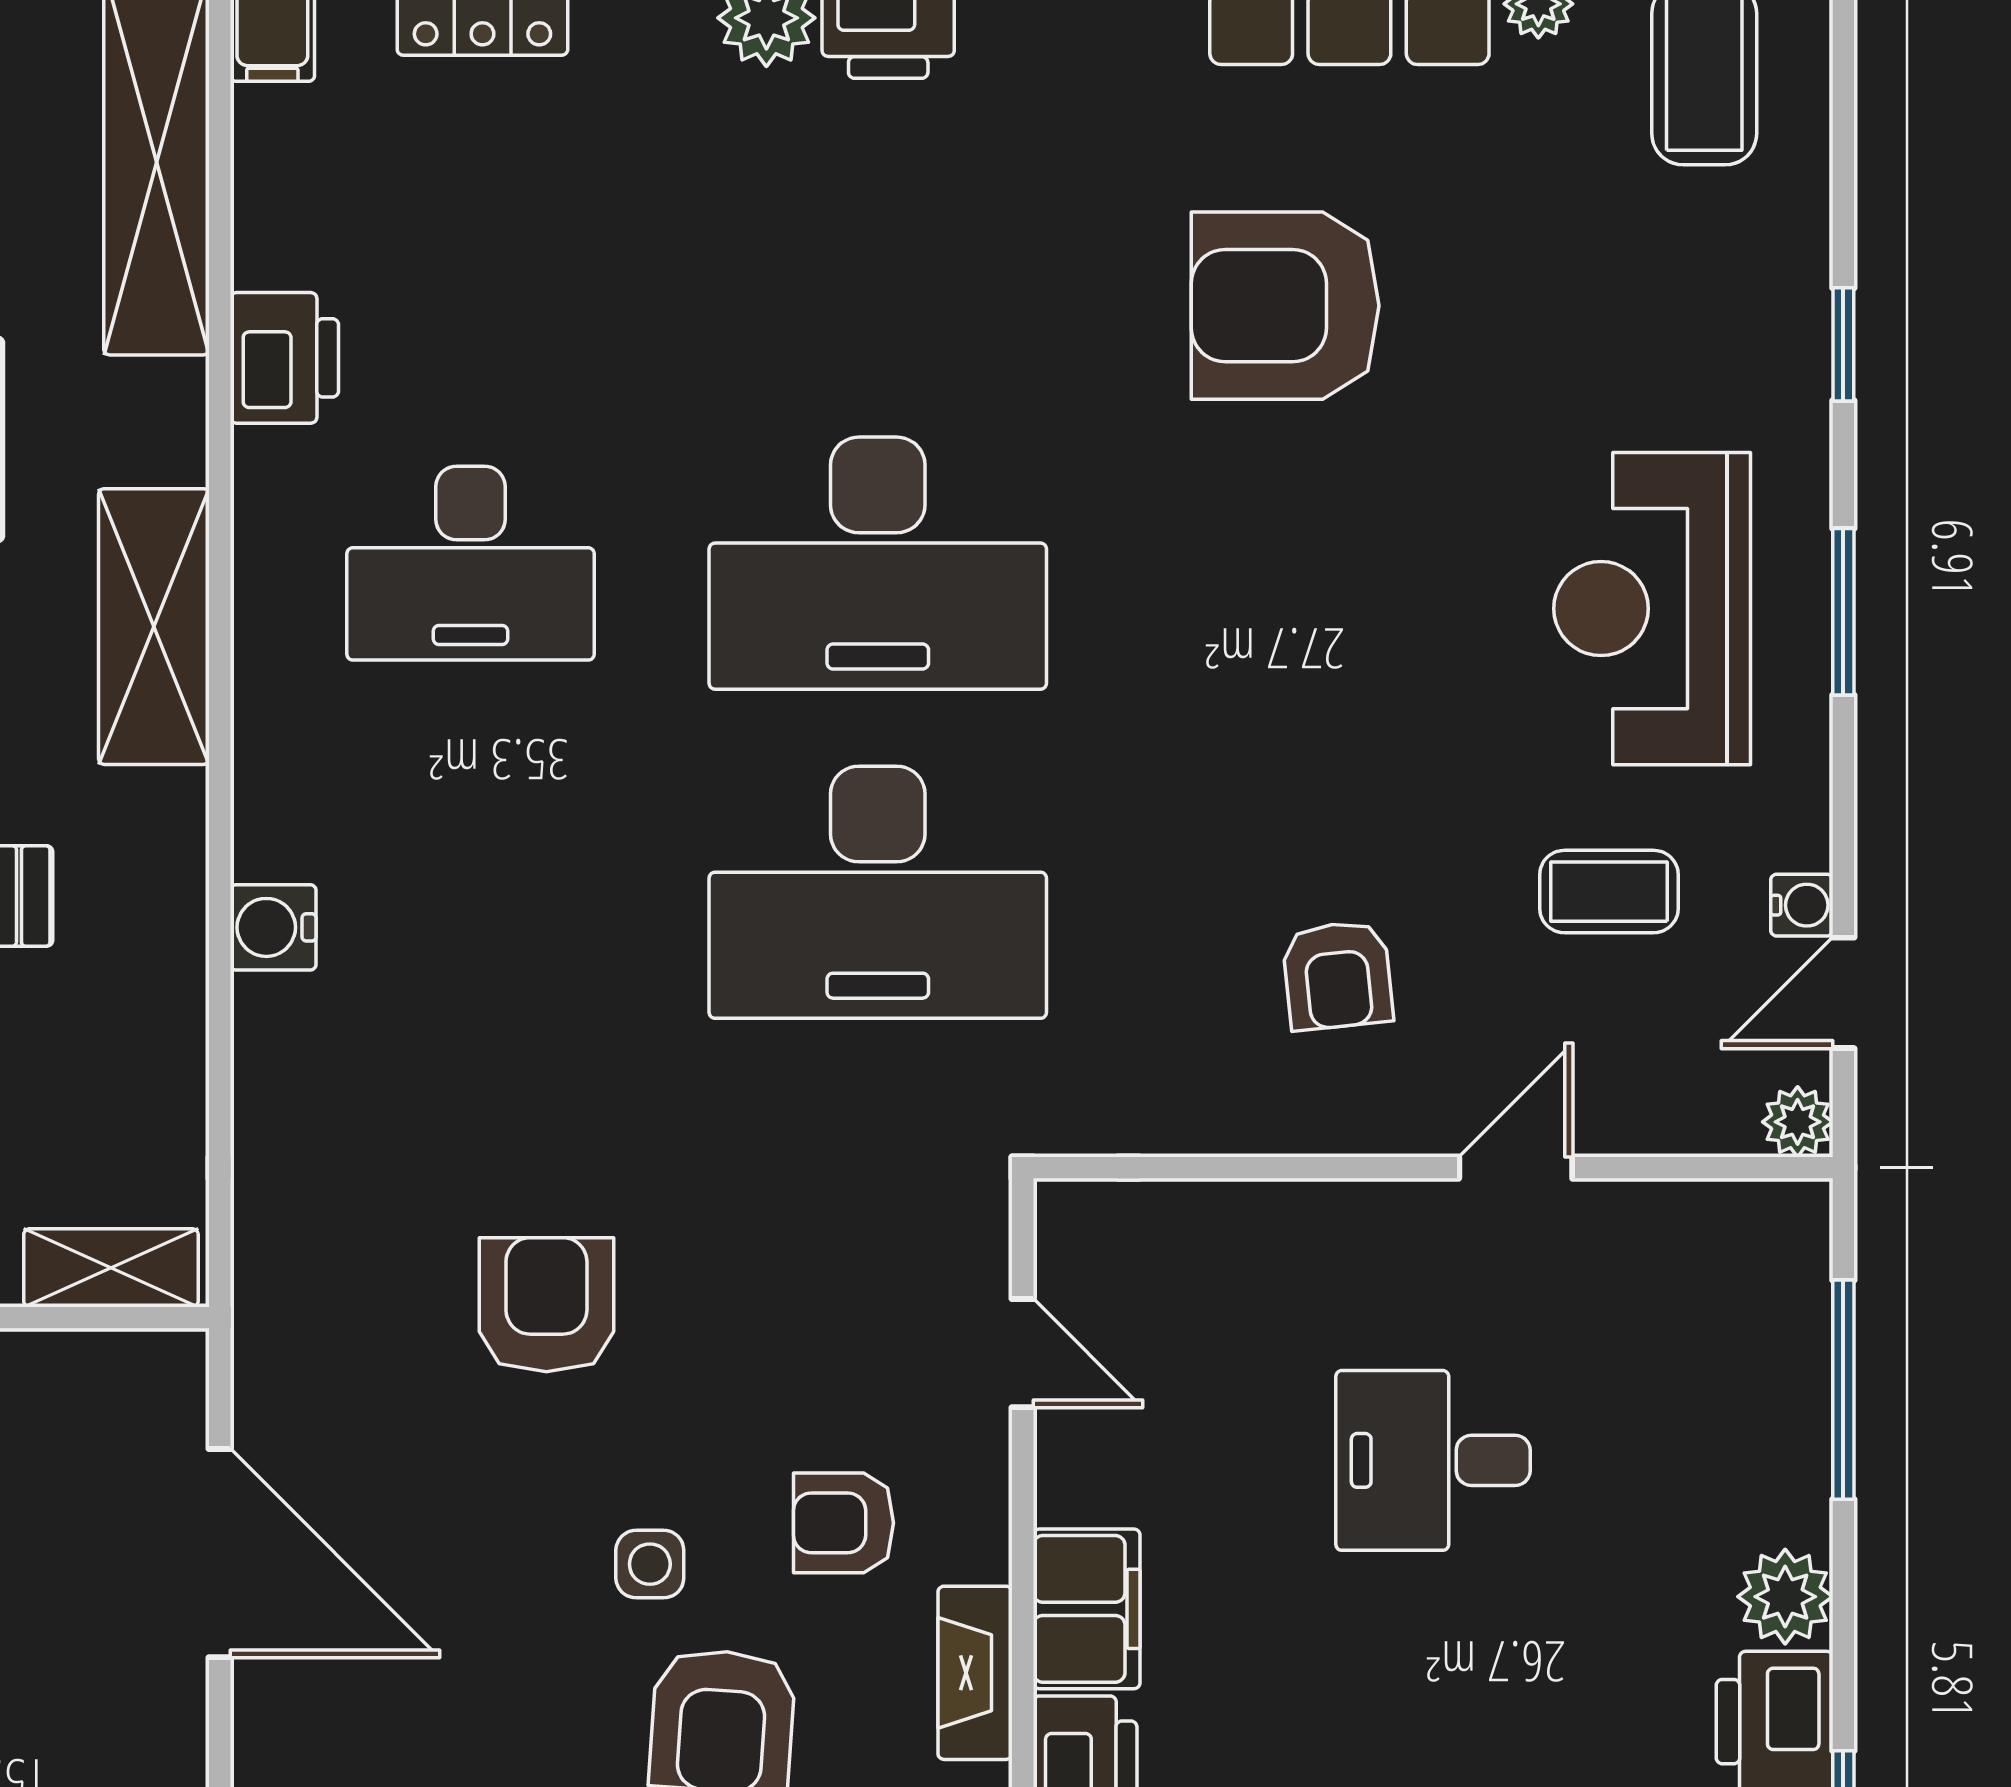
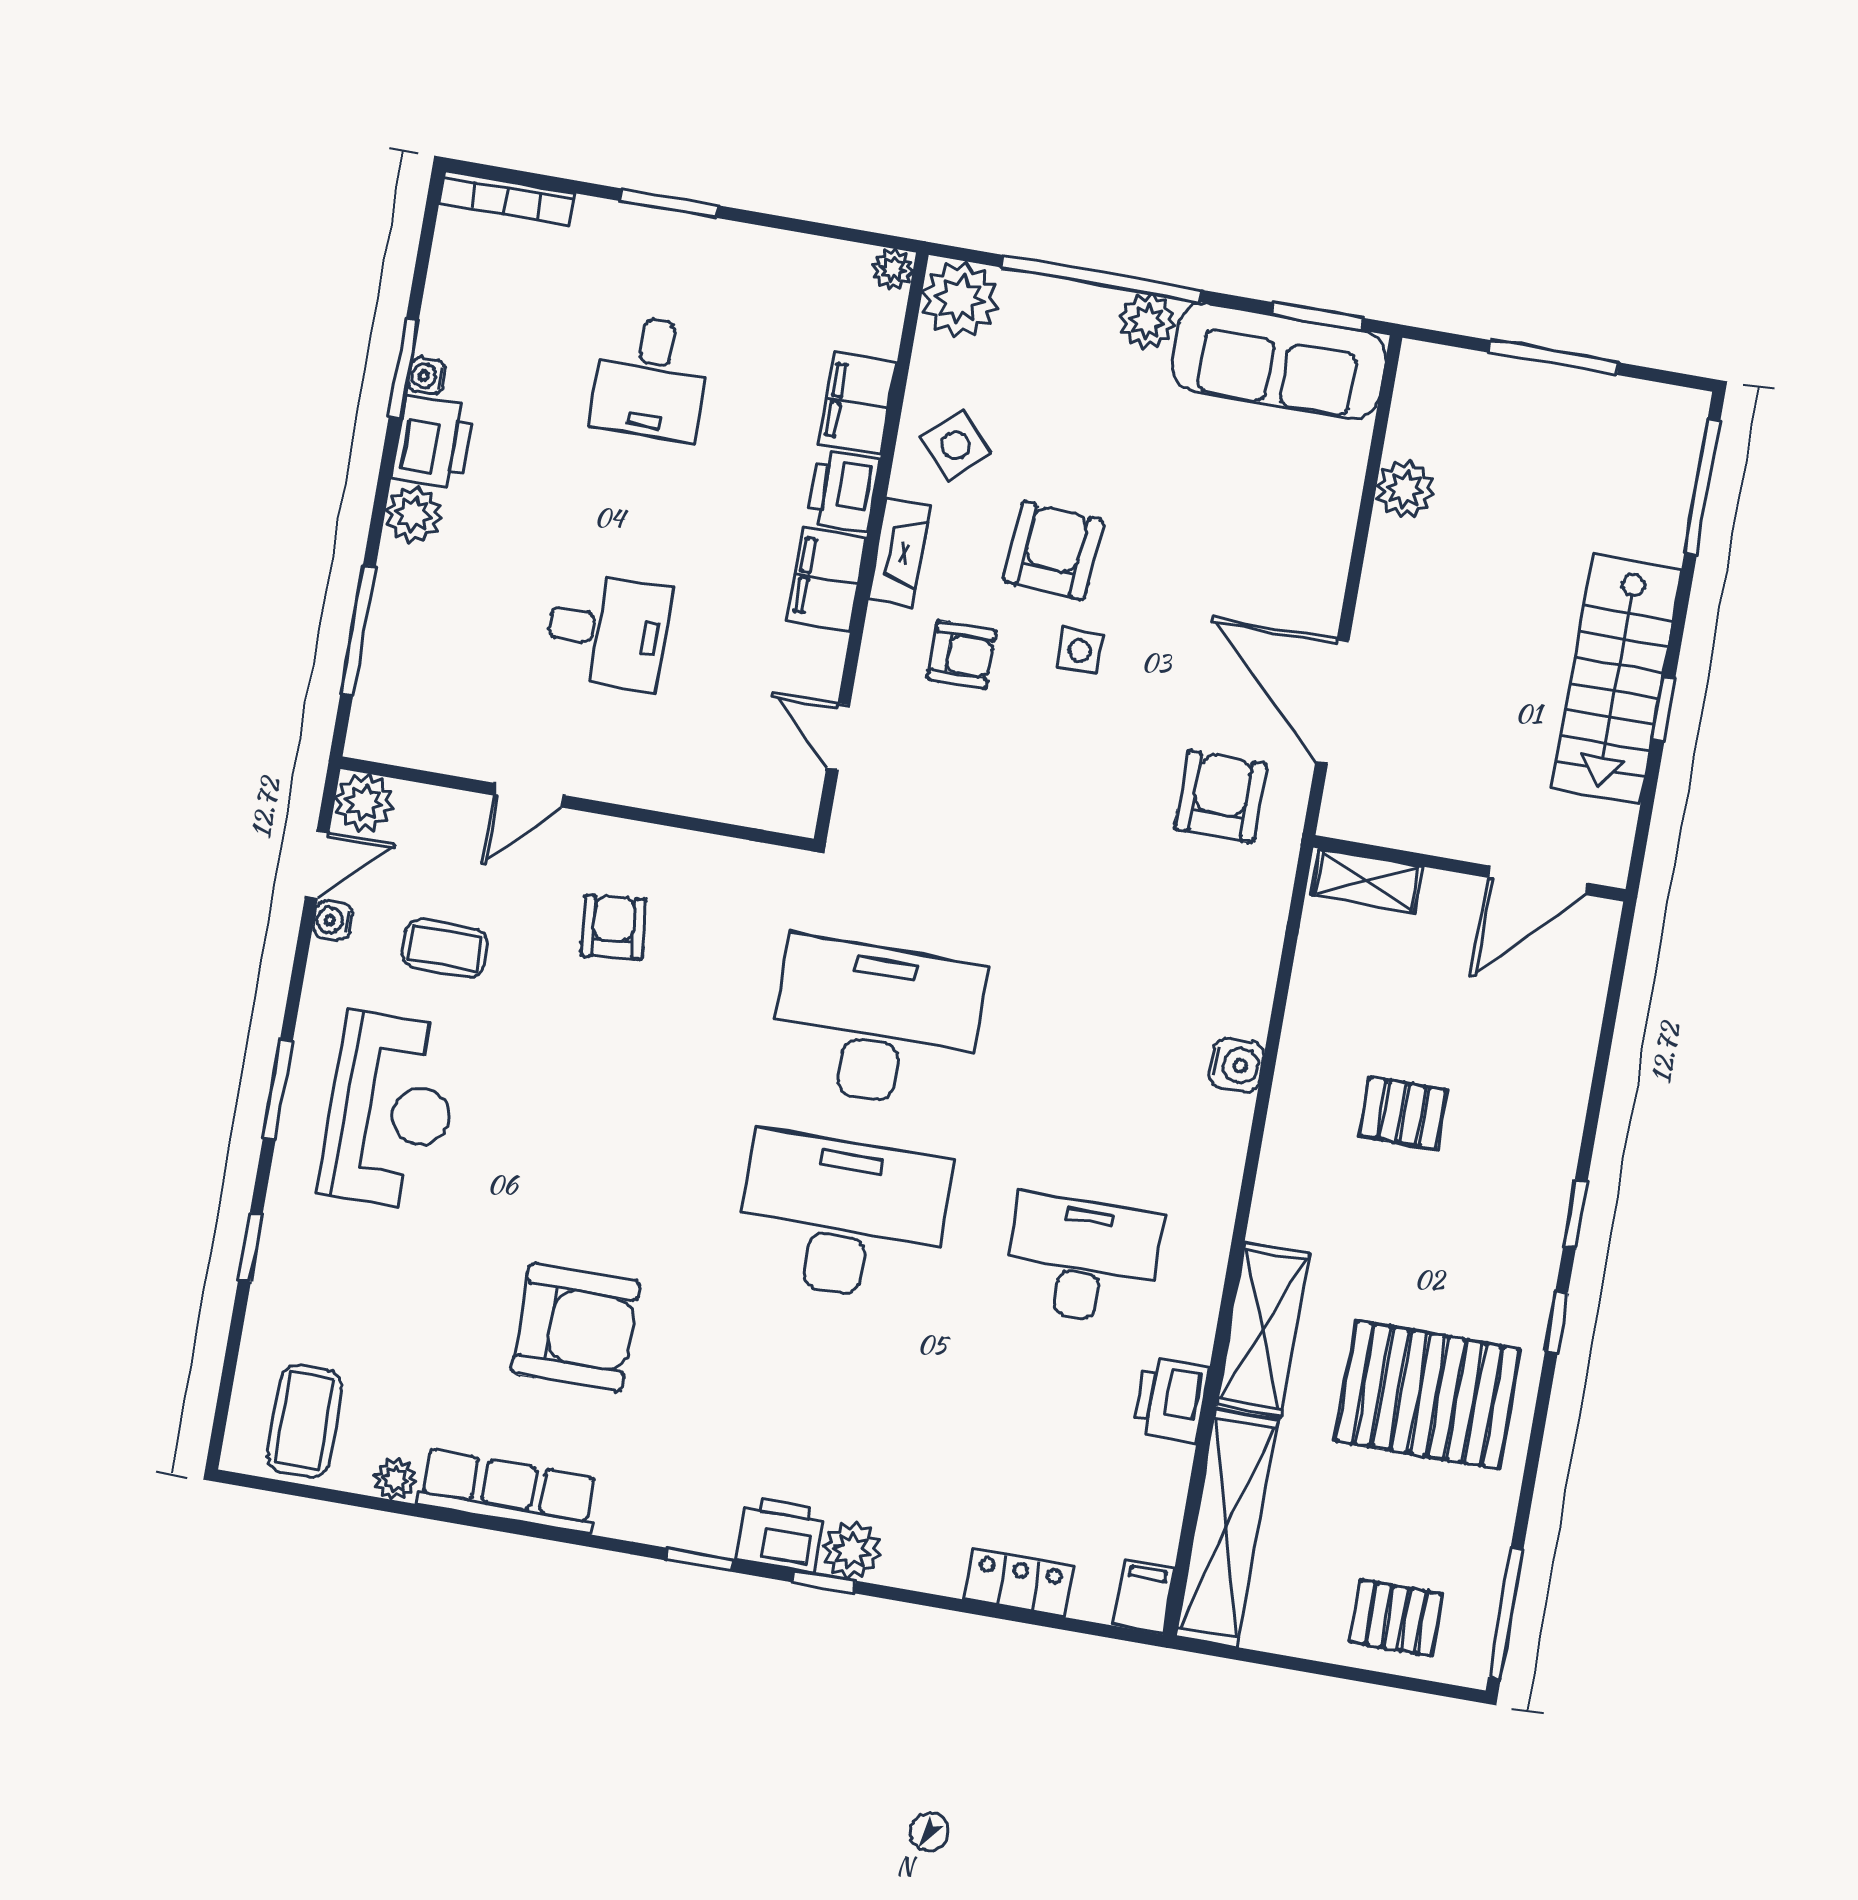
shelving: (154, 627) -> (1263, 1329), moved
plant: (1798, 1122) -> (364, 802), width x1.38, depth x1.38
armchair: (546, 1305) -> (1221, 797), moved, turned 180

